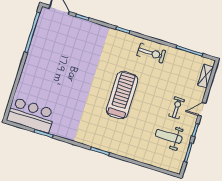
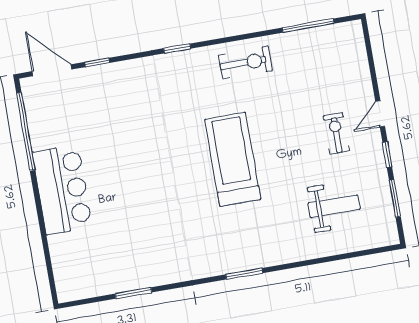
shelving: (205, 76) -> (357, 54), removed
bar counter: (31, 115) -> (62, 190), moved, turned 90
weight bench: (169, 136) -> (334, 206), moved, turned 180

